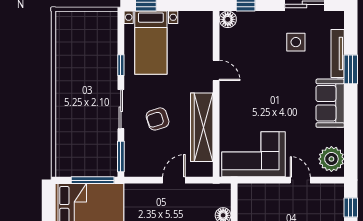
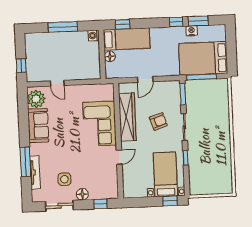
floor lamp: (228, 19) -> (82, 194), moved
window: (351, 69) -> (25, 162), width x1.44
door: (216, 70) -> (119, 157), swing flipped
sofa: (330, 103) -> (38, 125), moved
corner sofa: (253, 154) -> (100, 124), moved, turned 90

